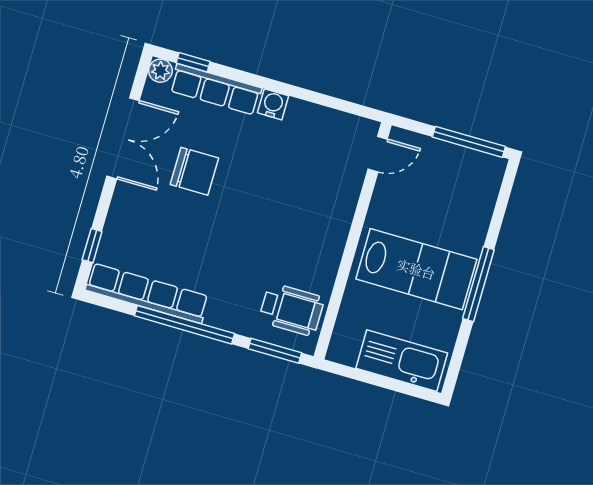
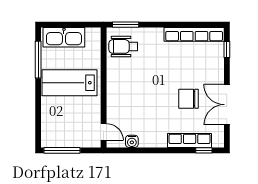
plant: (160, 71) -> (218, 142), removed
water cooler: (273, 104) -> (132, 141), moved
door: (378, 154) -> (104, 132), swing flipped
window: (478, 284) -> (38, 60), moved
window: (184, 325) -> (172, 25), removed

